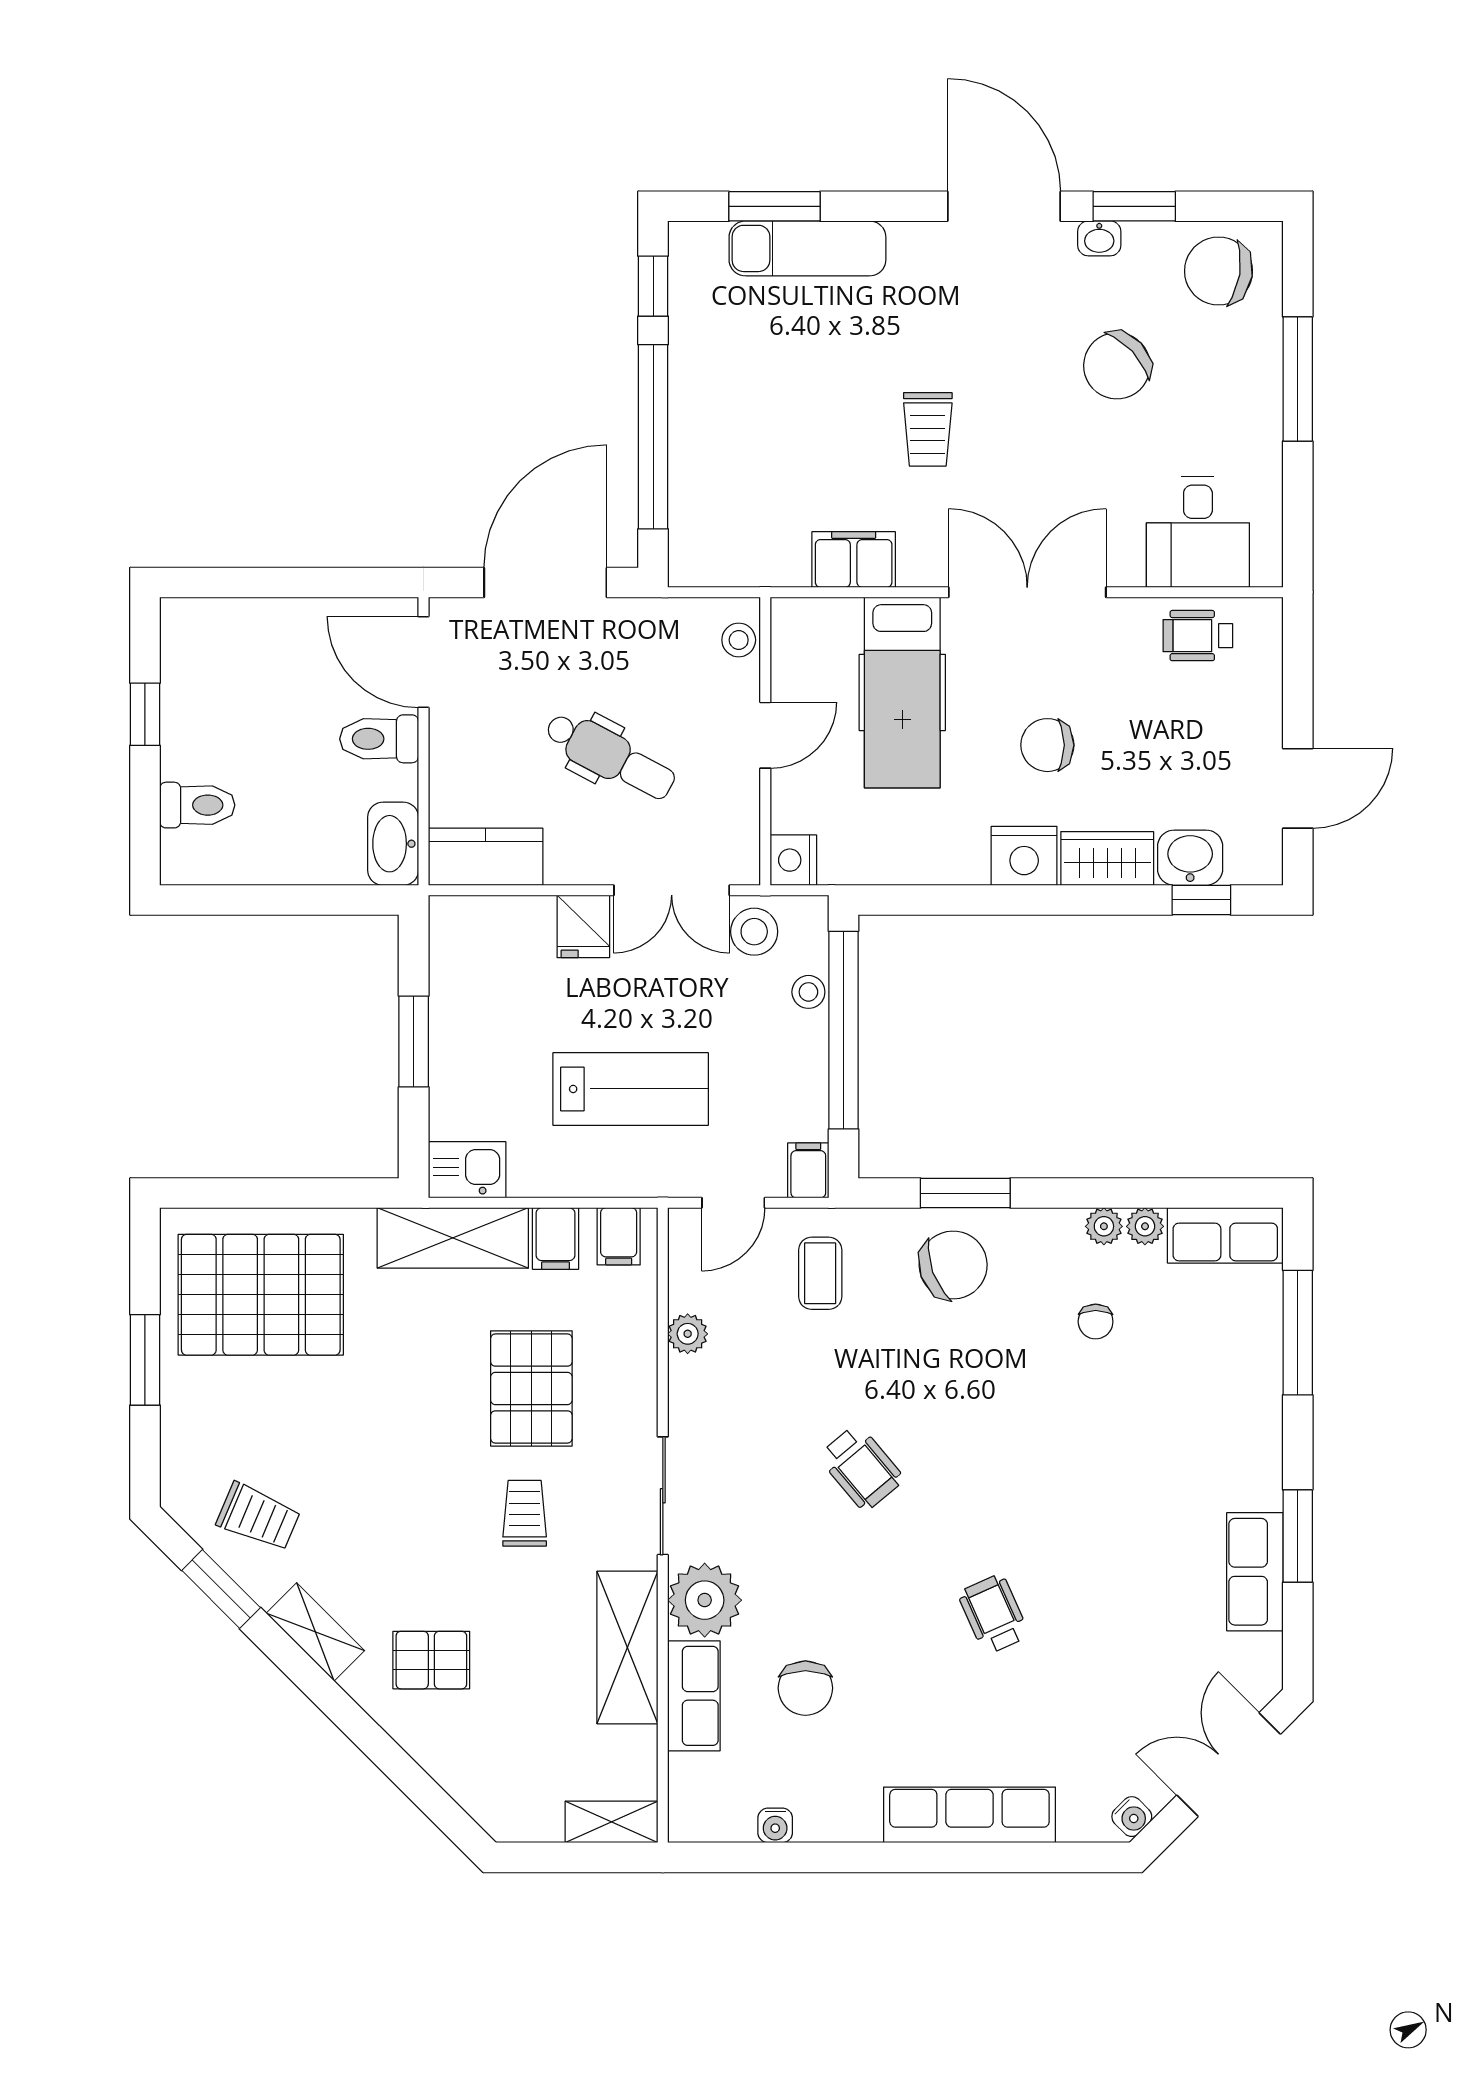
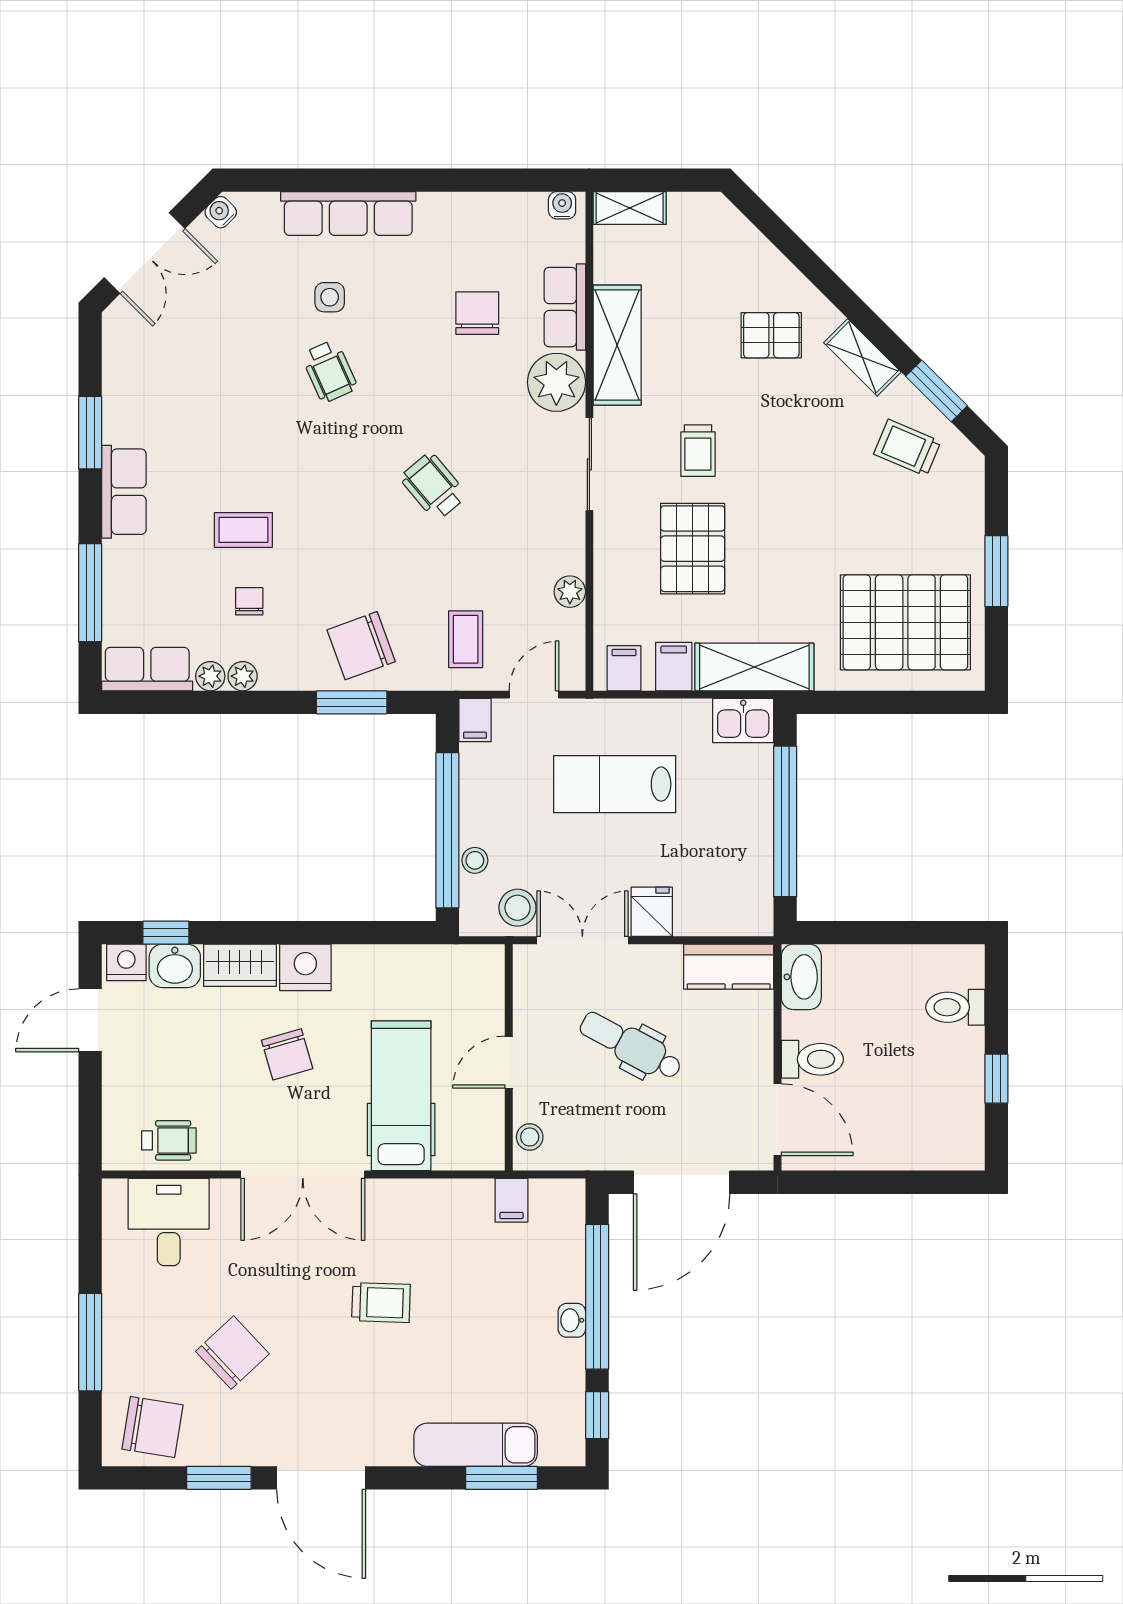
washbasin: (1099, 238) -> (572, 1320), moved, turned -90
trolley: (928, 429) -> (381, 1303), turned 92
filing cabinet: (854, 560) -> (511, 1200), moved, width x0.50
chair: (1047, 745) -> (287, 1054), turned 74
nightstand: (793, 860) -> (126, 962), moved, turned -90
window: (414, 1041) -> (785, 821), width x2.11
coffee table: (1103, 1412) -> (243, 530), added
row of seats: (1255, 1572) -> (124, 492), moved
side table: (993, 1708) -> (330, 297), added
water cooler: (775, 1825) -> (562, 205), moved

